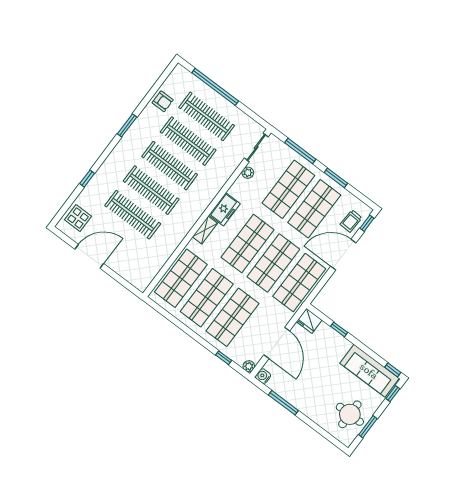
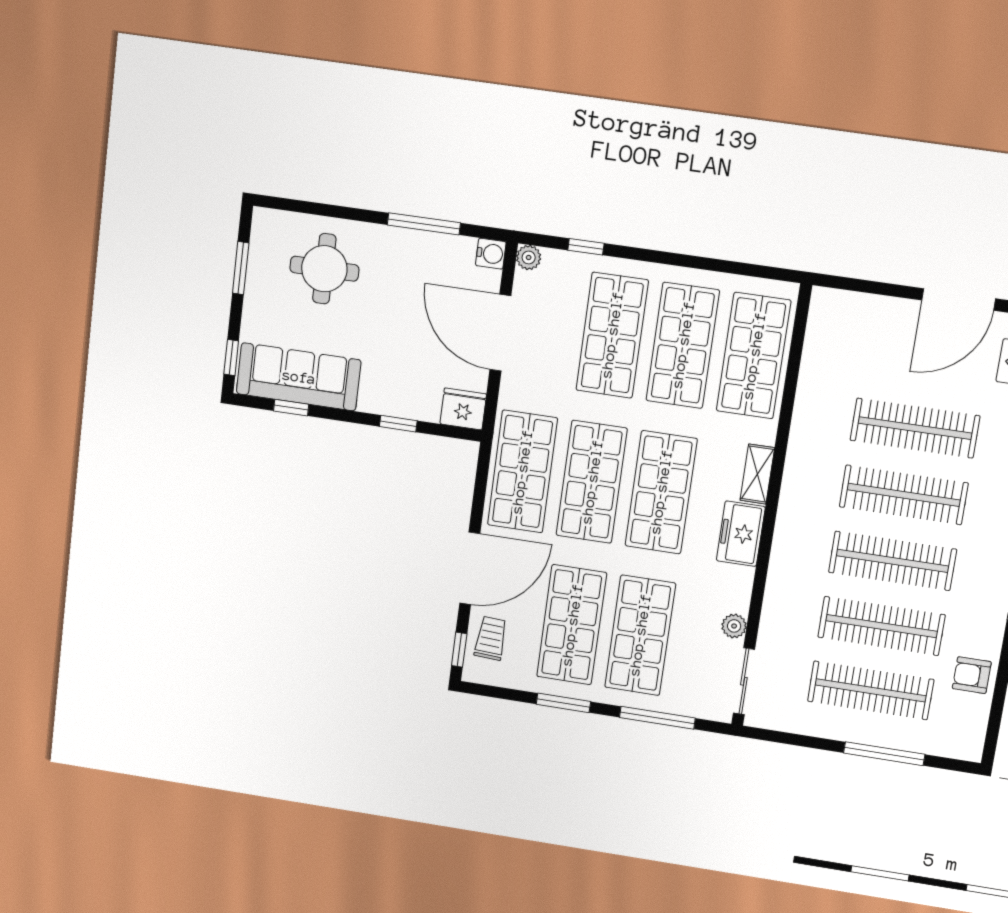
window: (215, 87) -> (884, 754), width x0.68
window: (393, 370) -> (291, 408), moved
round table: (350, 414) -> (324, 269), moved

